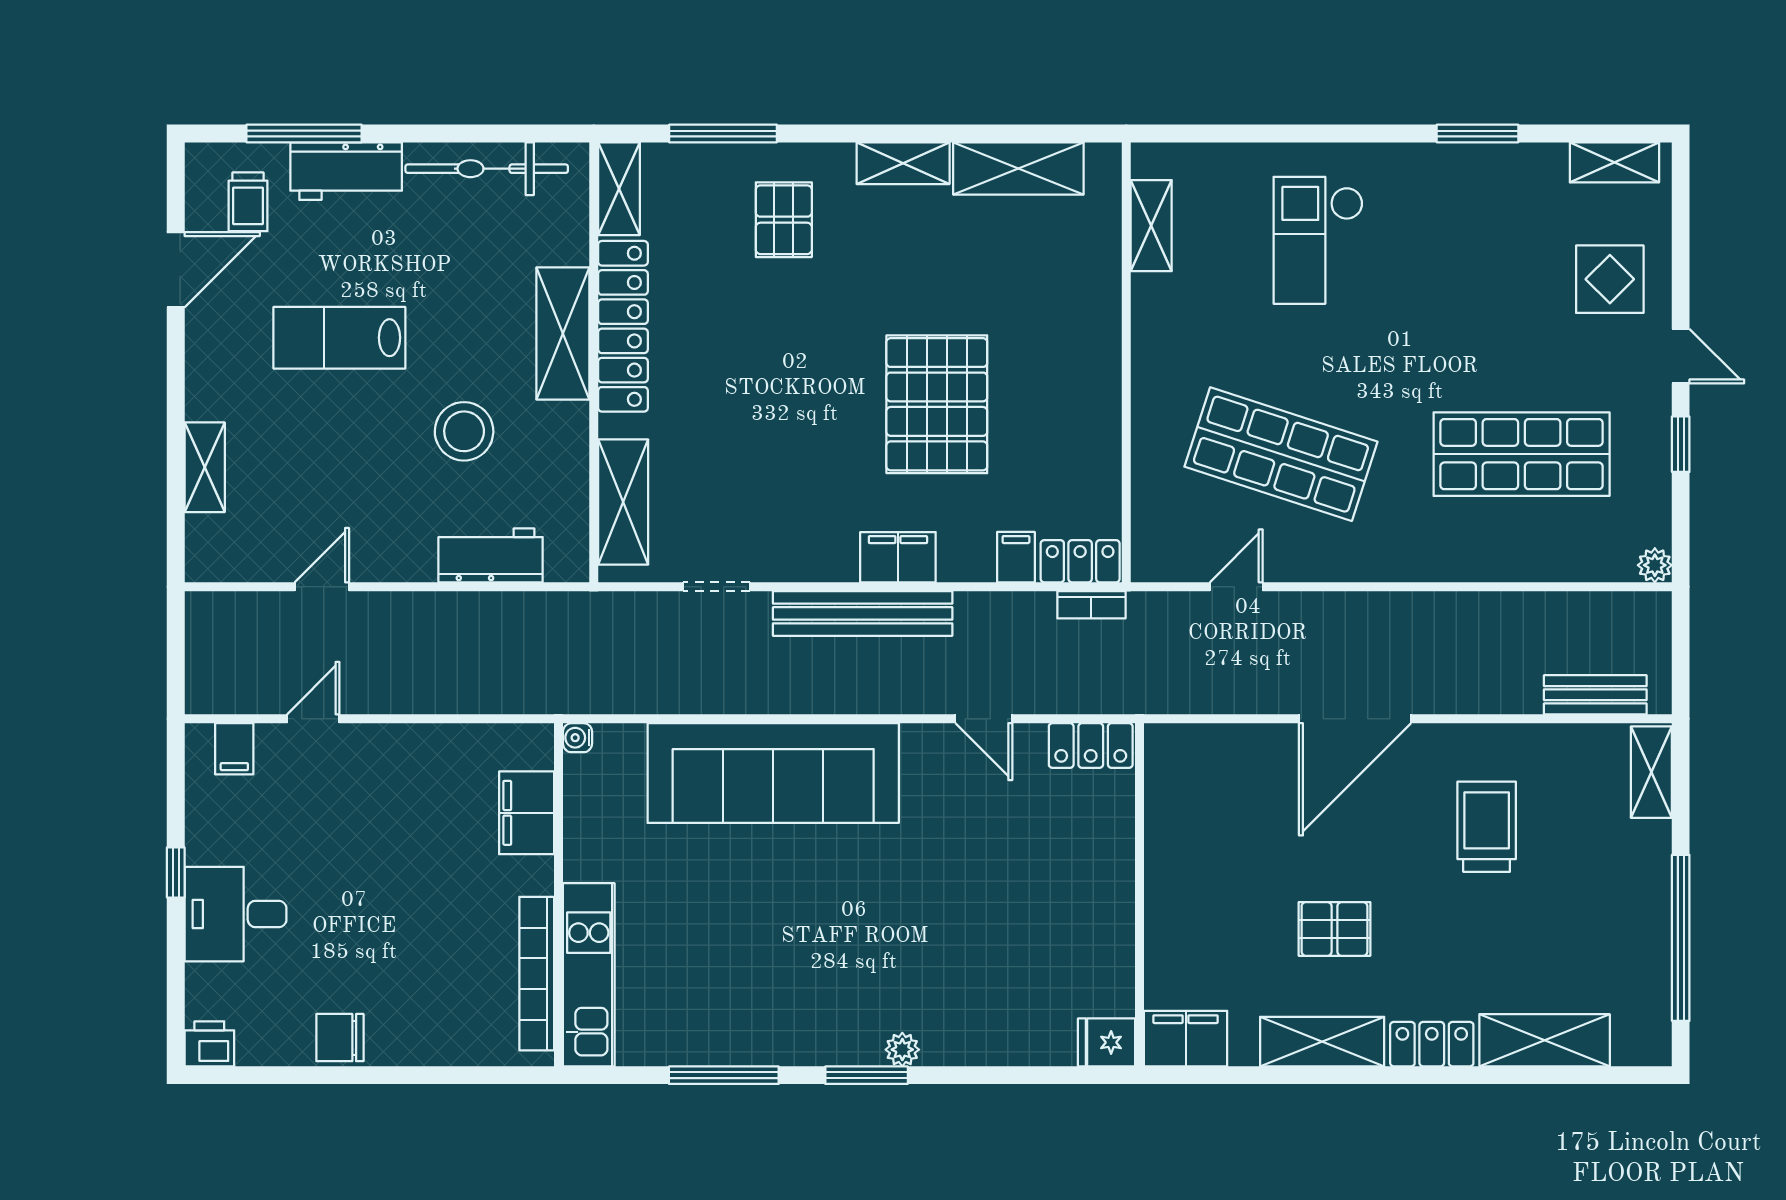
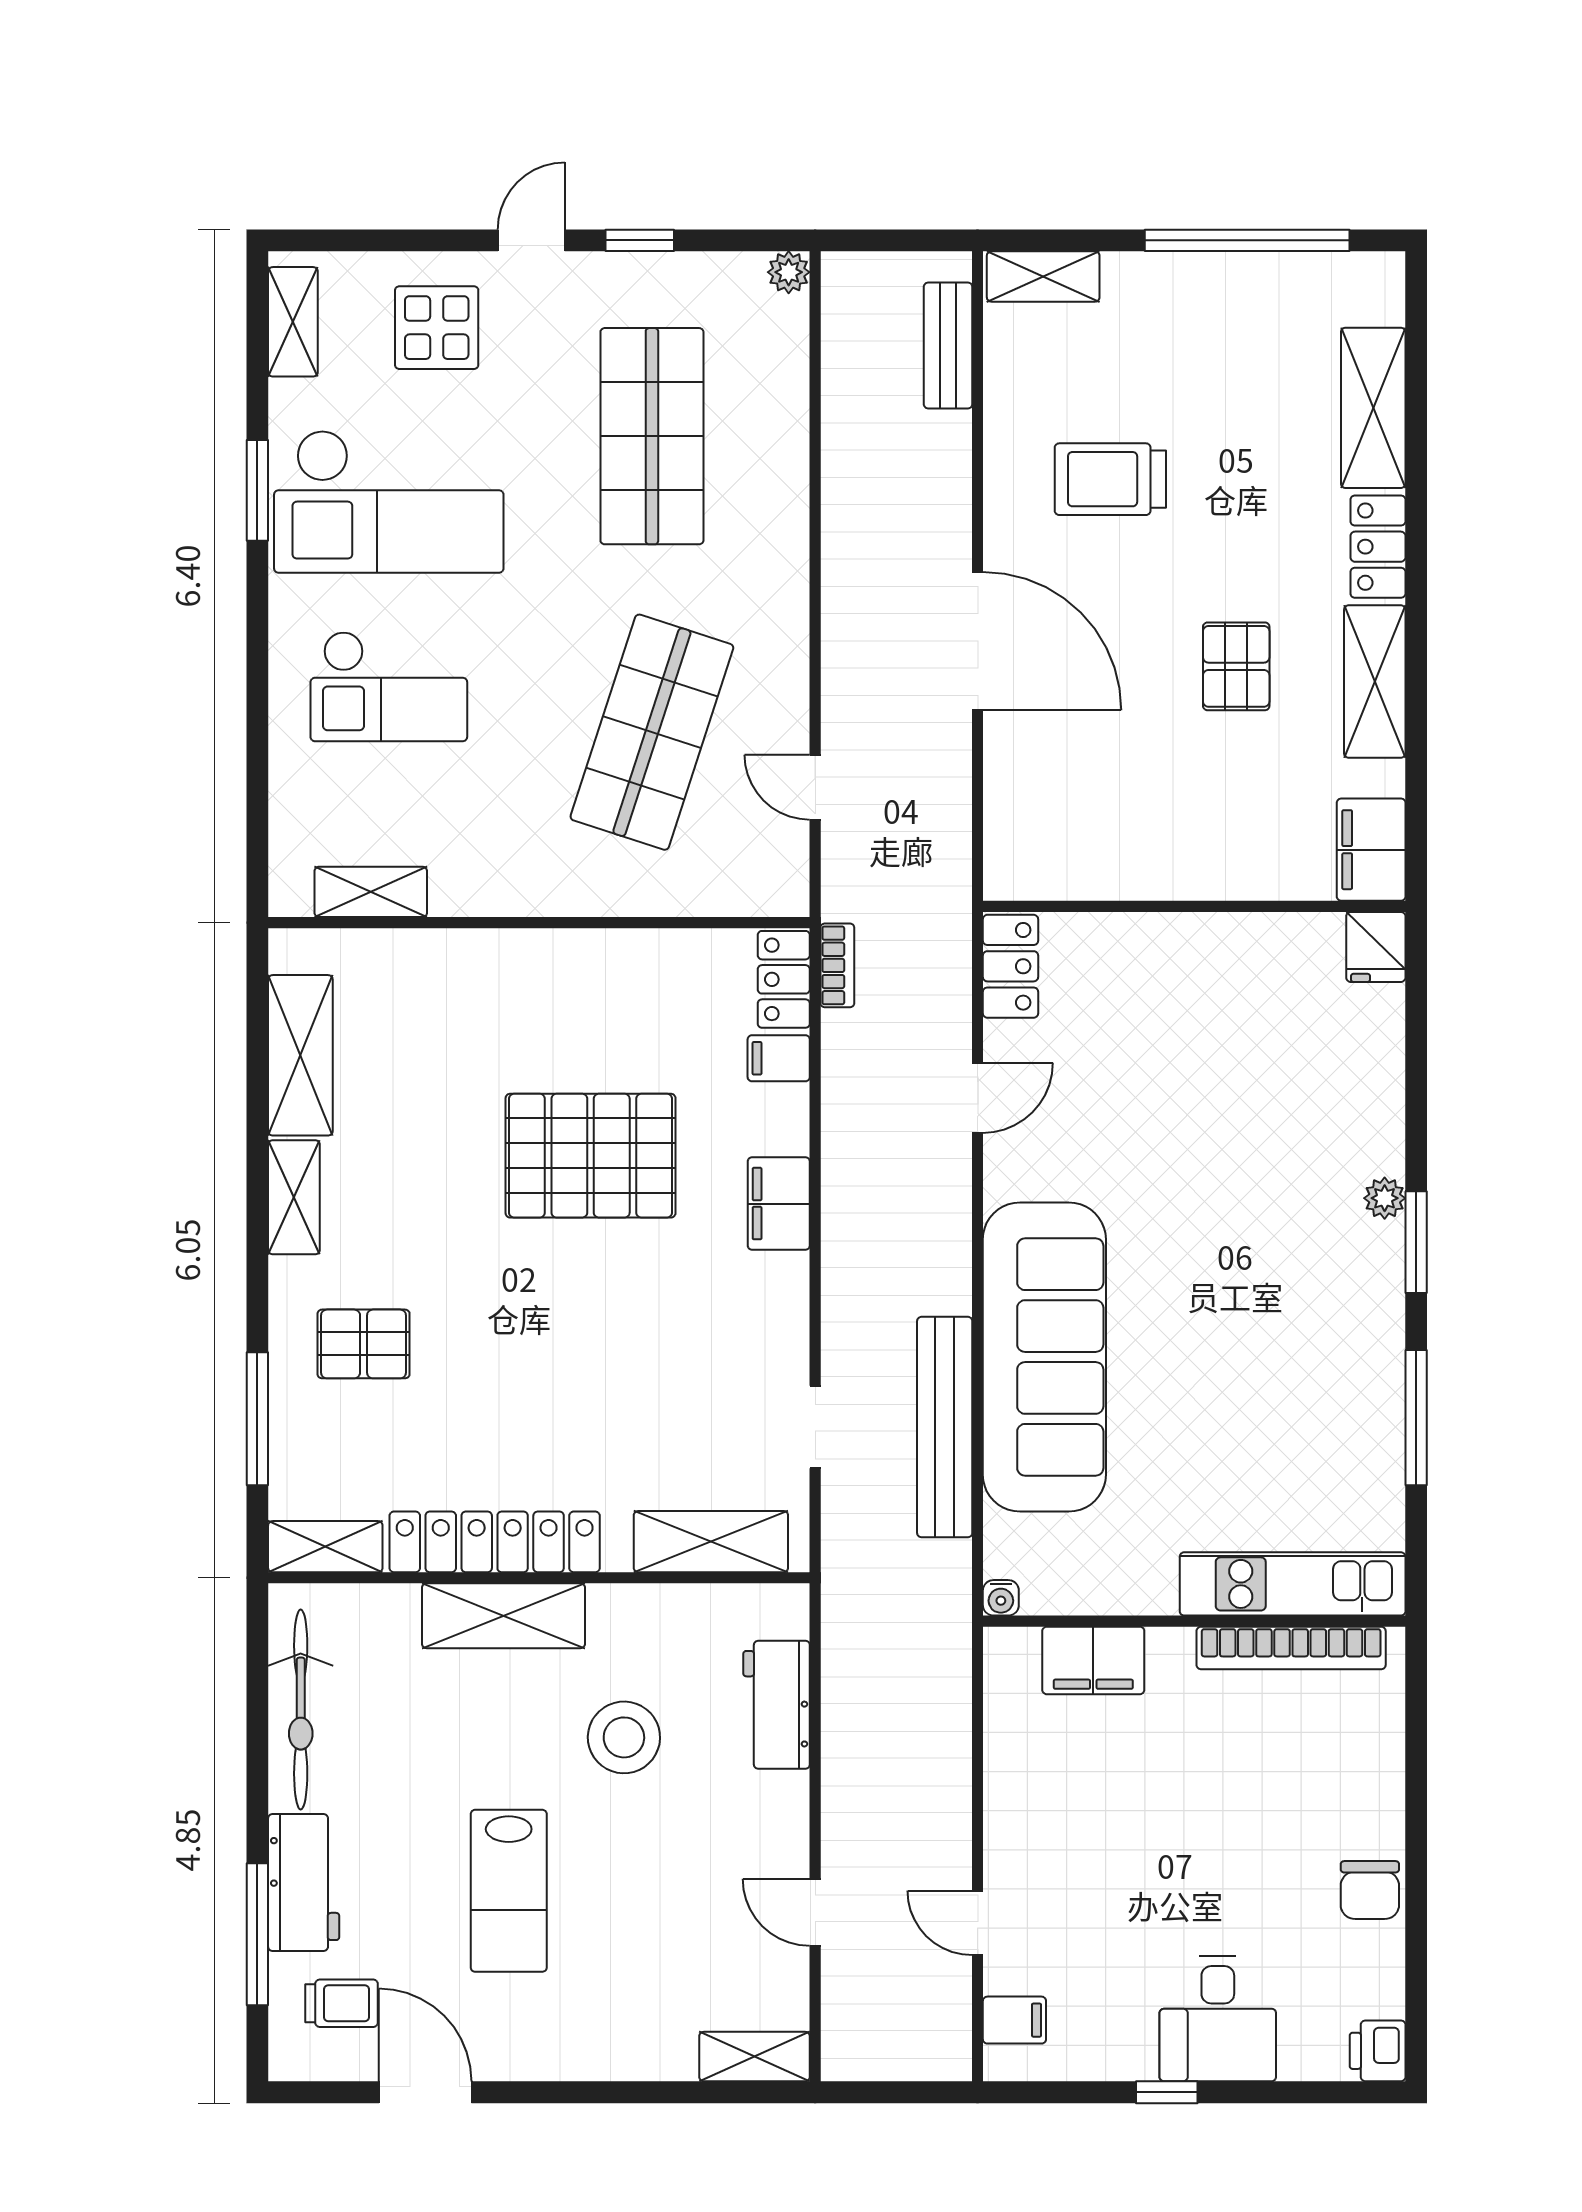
checkout: (1468, 240) -> (389, 501), added
shelving: (205, 467) -> (755, 2057), moved
bench: (863, 613) -> (945, 1427), moved

